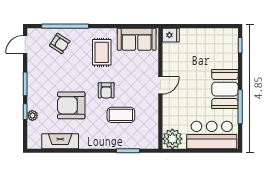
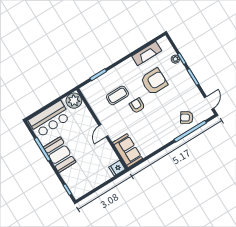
sofa: (137, 39) -> (128, 151), moved, turned 90
rug: (102, 52) -> (156, 129), removed

